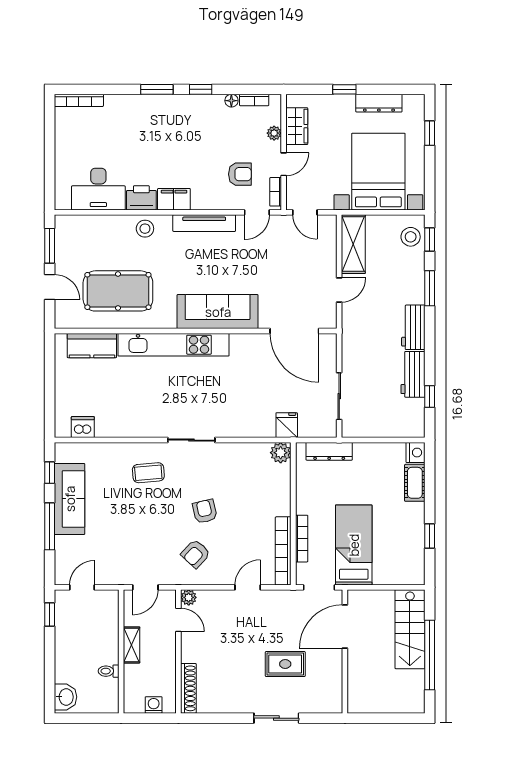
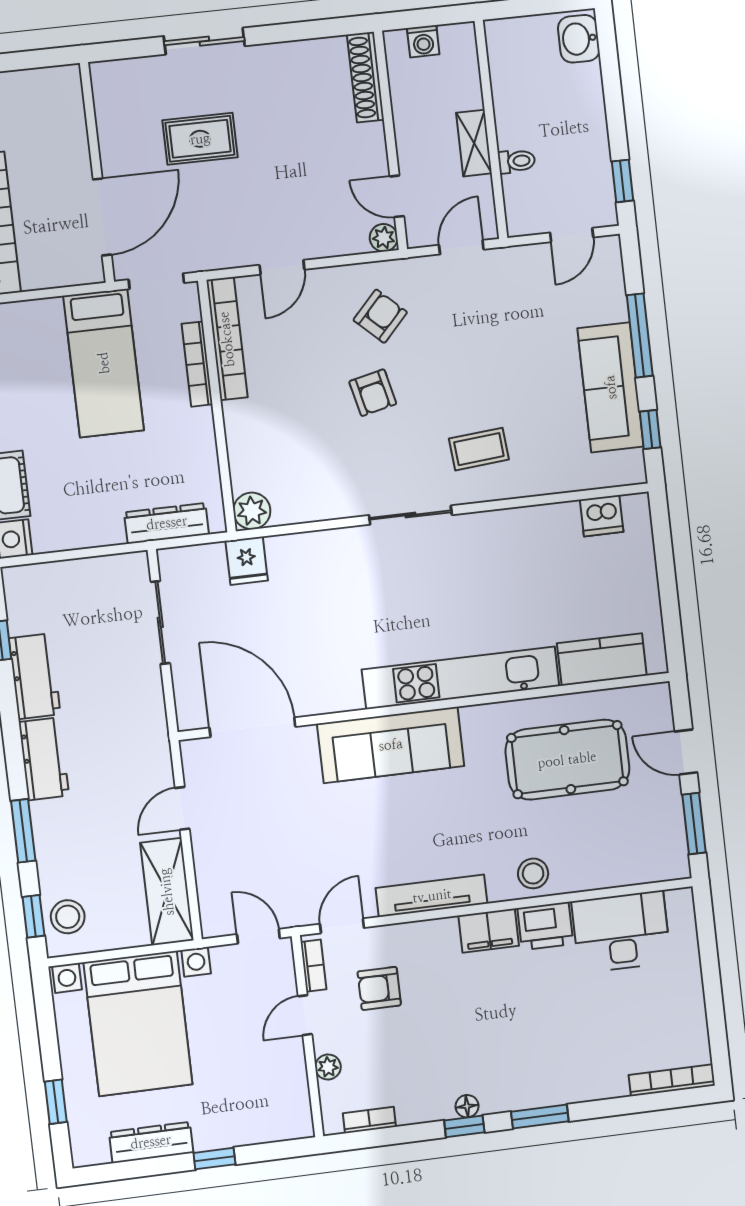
floor lamp: (231, 101) -> (467, 1106), moved
wardrobe: (297, 126) -> (290, 1084), removed
toilet: (109, 671) -> (517, 161), moved

